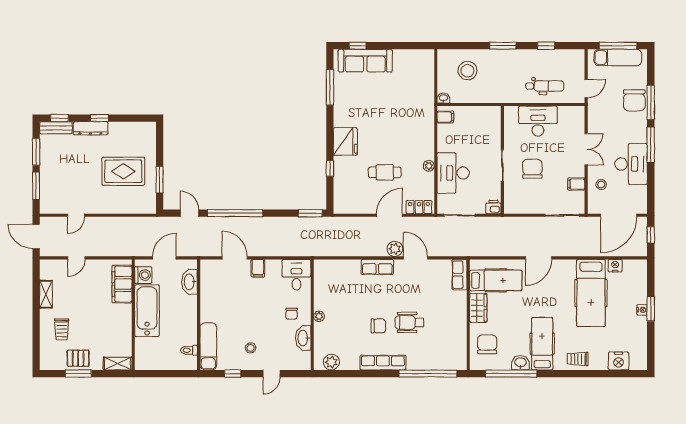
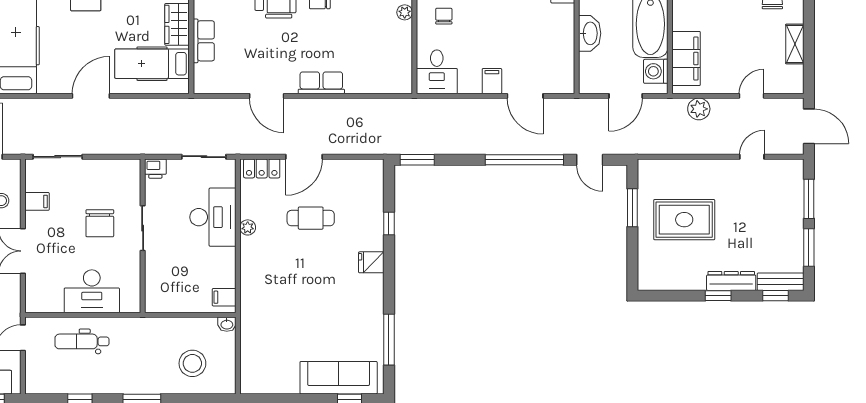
fridge: (345, 141) -> (371, 262), width x0.53, depth x0.75
plant: (395, 249) -> (699, 109), moved
row of seats: (460, 275) -> (204, 41), moved
washbasin: (190, 282) -> (590, 33), moved

